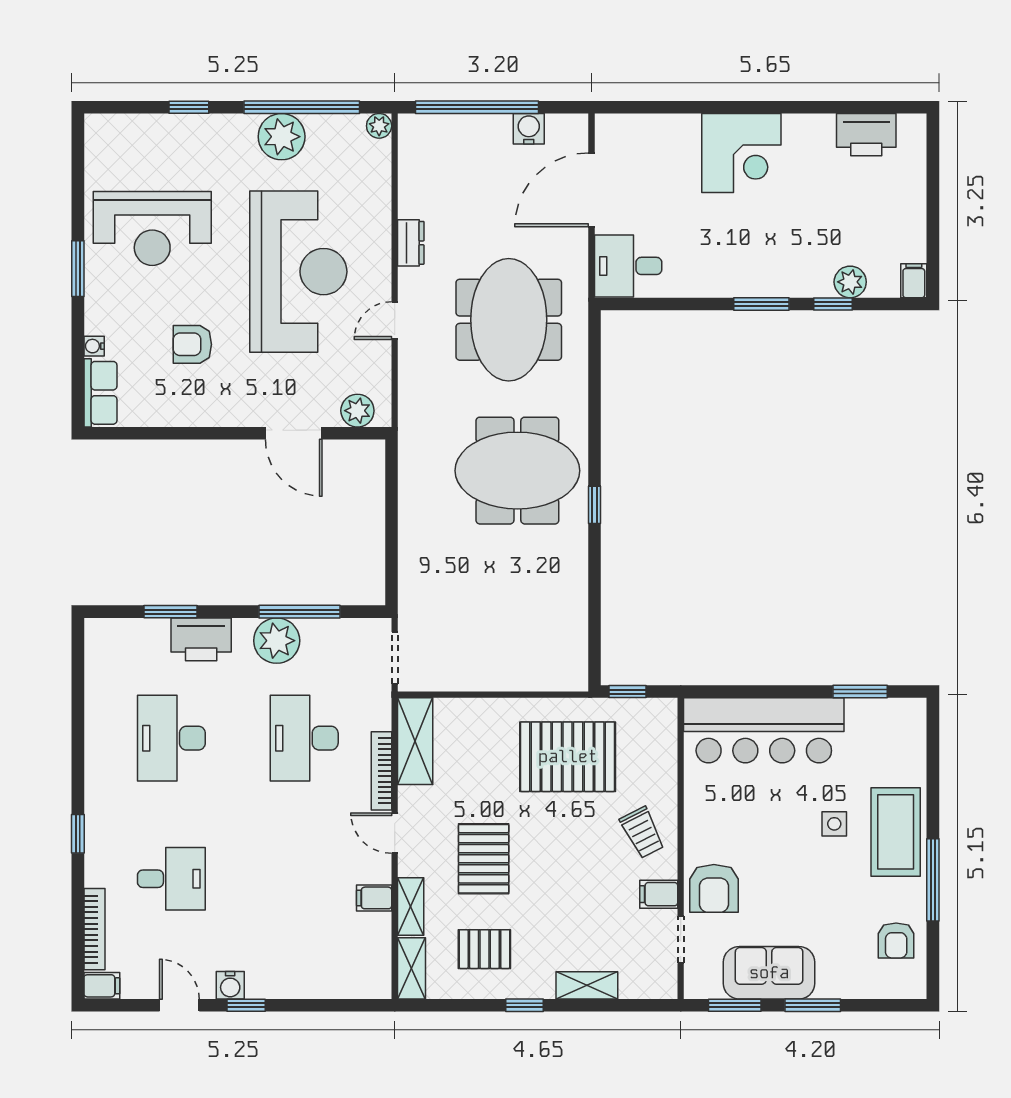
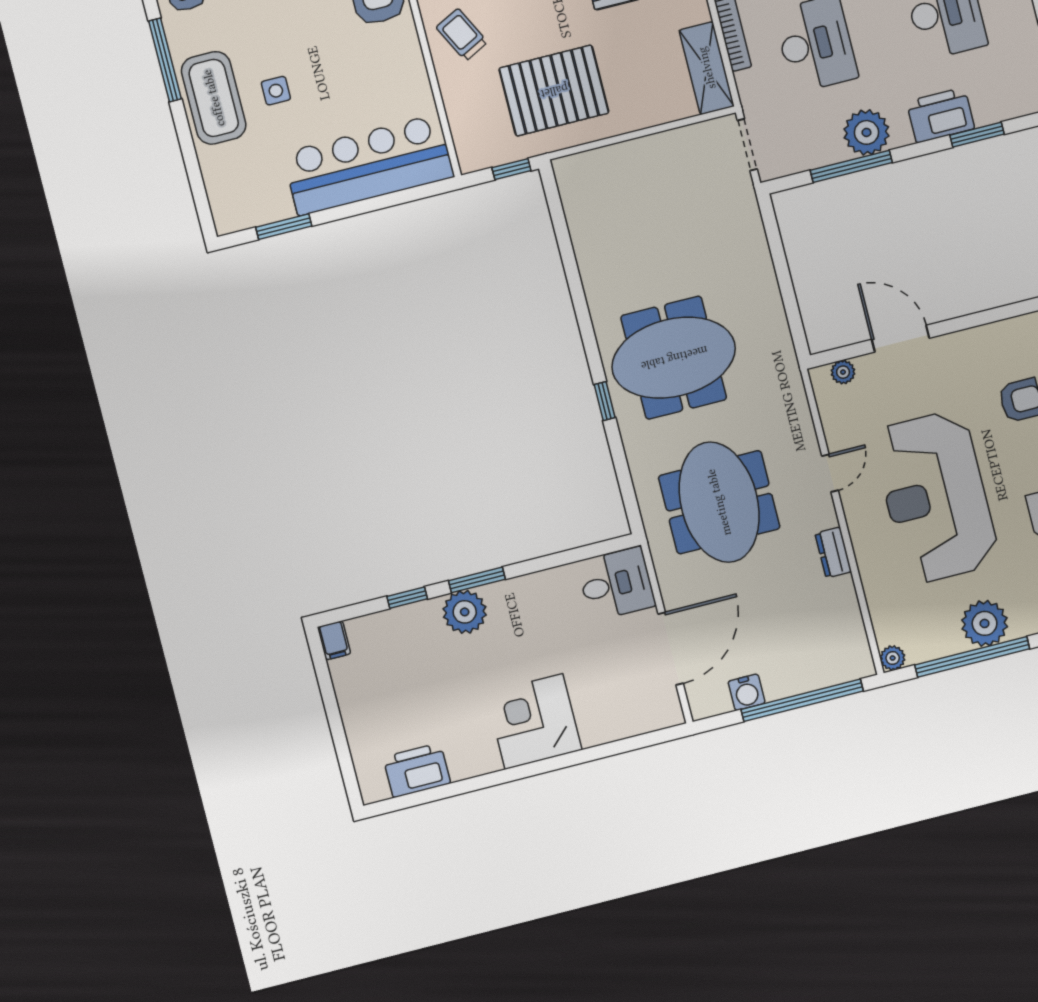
plant: (850, 282) -> (465, 612), moved, width x1.36, depth x1.36
plant: (357, 411) -> (843, 372), width x0.73, depth x0.73
window: (595, 505) -> (605, 401), moved

